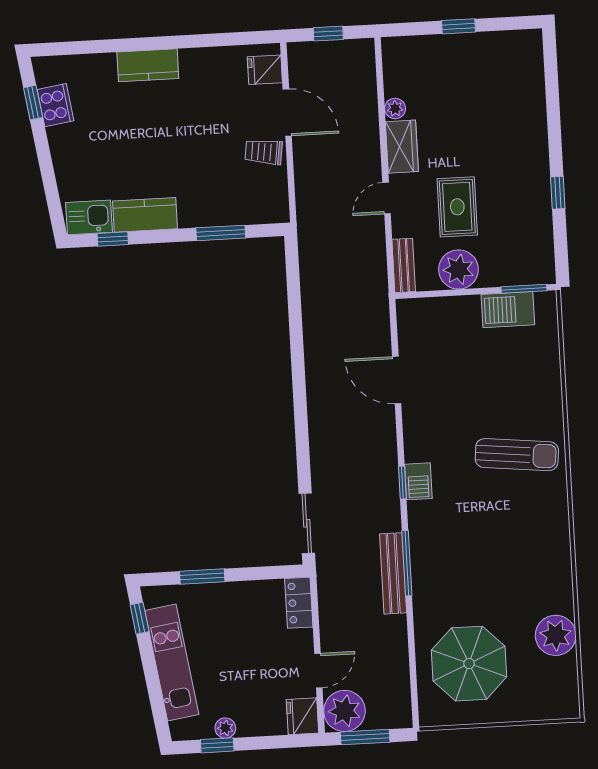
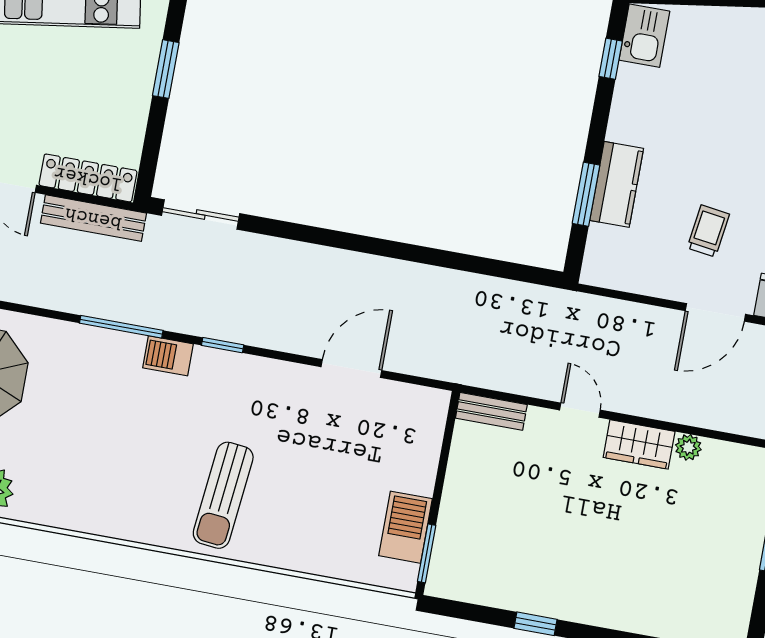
trolley: (264, 152) -> (708, 231), moved
rug: (457, 207) -> (548, 495), removed
kitchen counter: (145, 215) -> (617, 184), moved
plant: (458, 269) -> (470, 478), removed
barbecue: (418, 481) -> (168, 356), moved
bench: (393, 573) -> (93, 218), moved
locker: (299, 603) -> (88, 178), width x1.53

